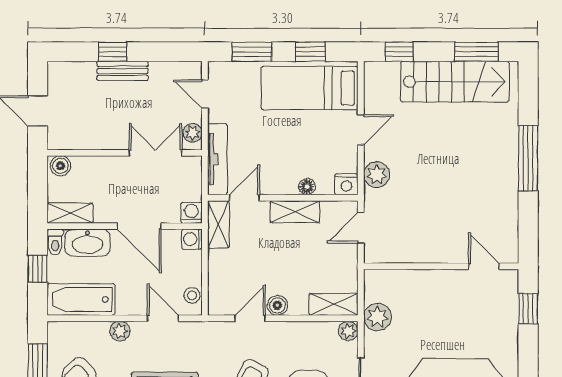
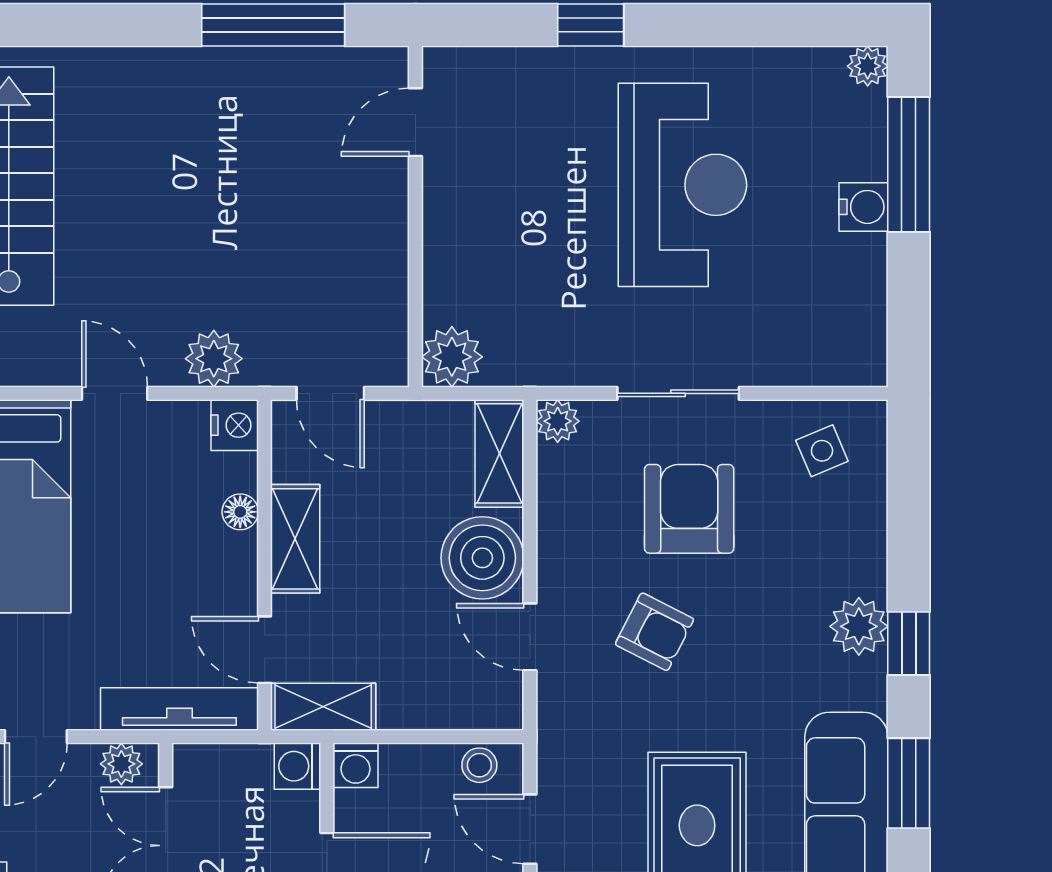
window: (528, 158) -> (273, 25), moved
boiler: (277, 305) -> (482, 558), width x1.86, depth x1.86
window: (528, 309) -> (591, 25), moved
plant: (377, 317) -> (452, 357), moved
door: (163, 318) -> (530, 829), hinge flipped

